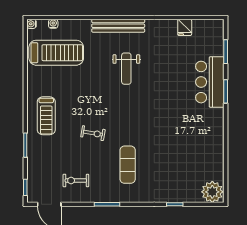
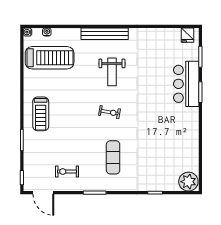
fridge: (185, 27) -> (188, 35), moved
exercise bike: (93, 133) -> (110, 112), moved

